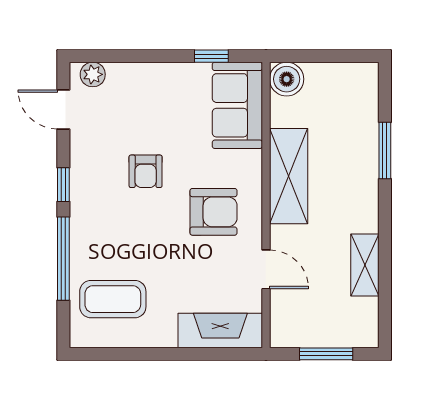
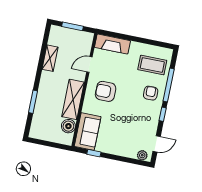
boiler: (287, 79) -> (68, 126), moved
door: (63, 109) -> (157, 144), hinge flipped
armchair: (146, 171) -> (151, 93), moved
door: (266, 269) -> (89, 64), hinge flipped

